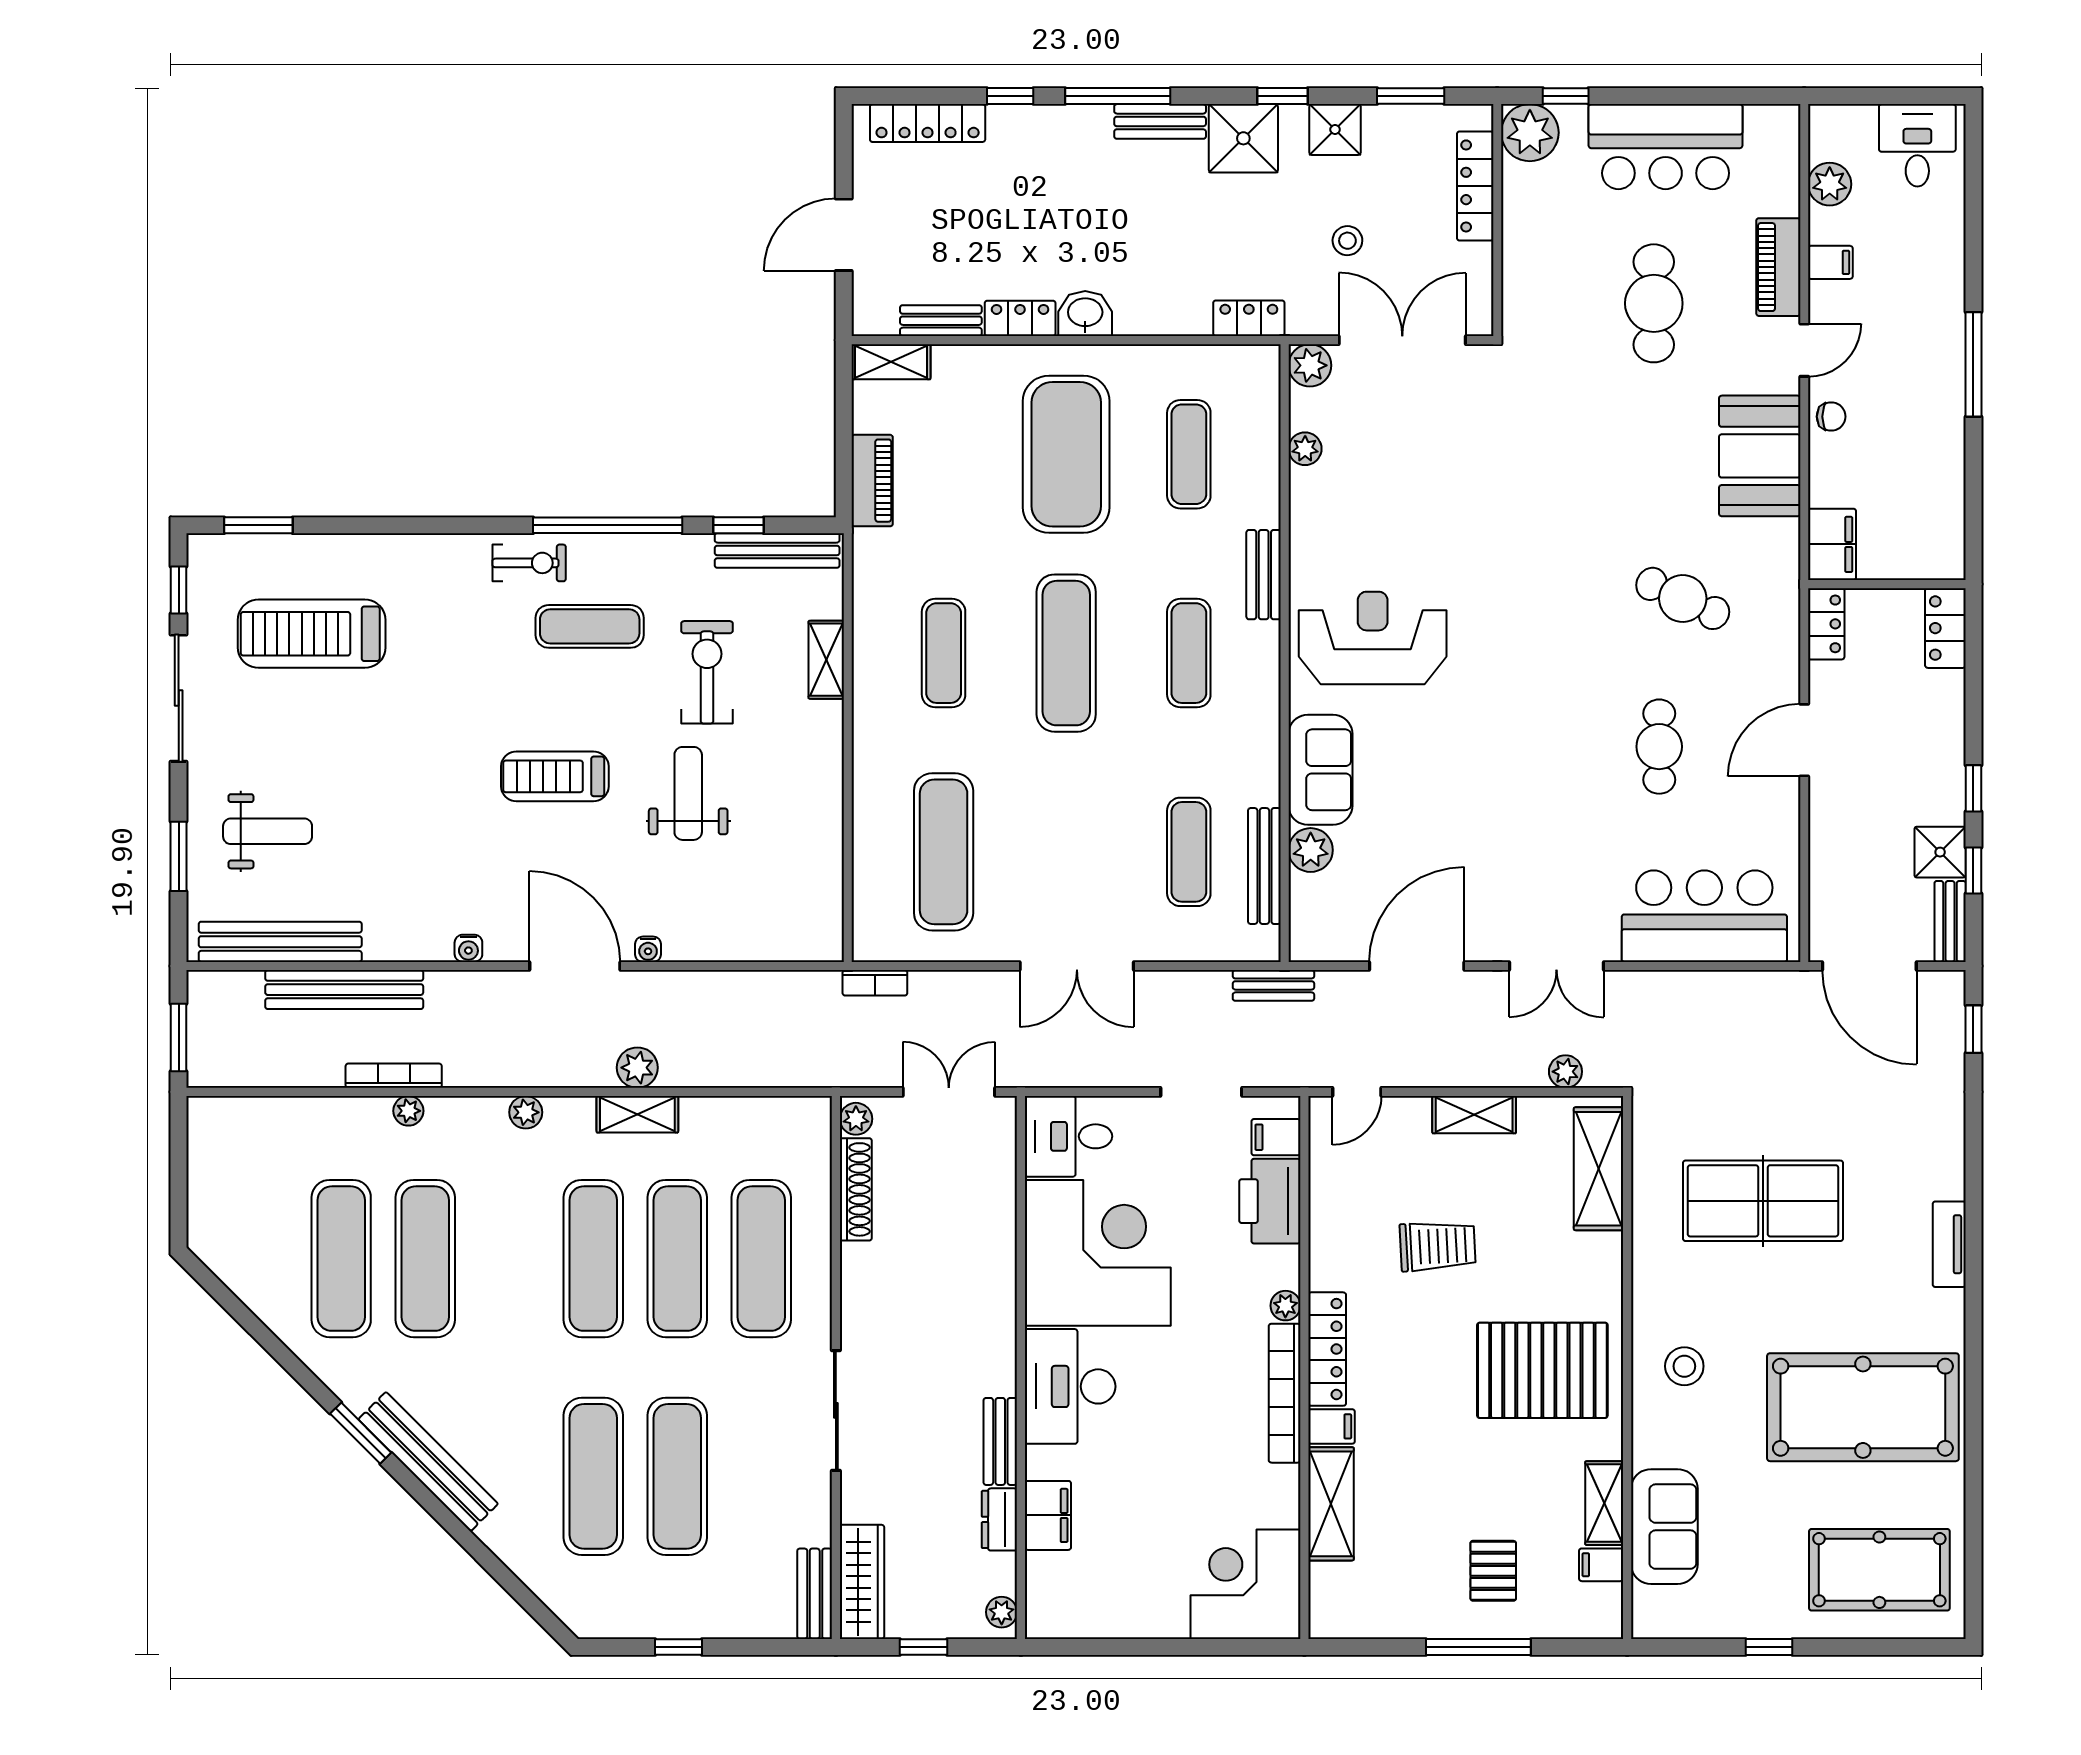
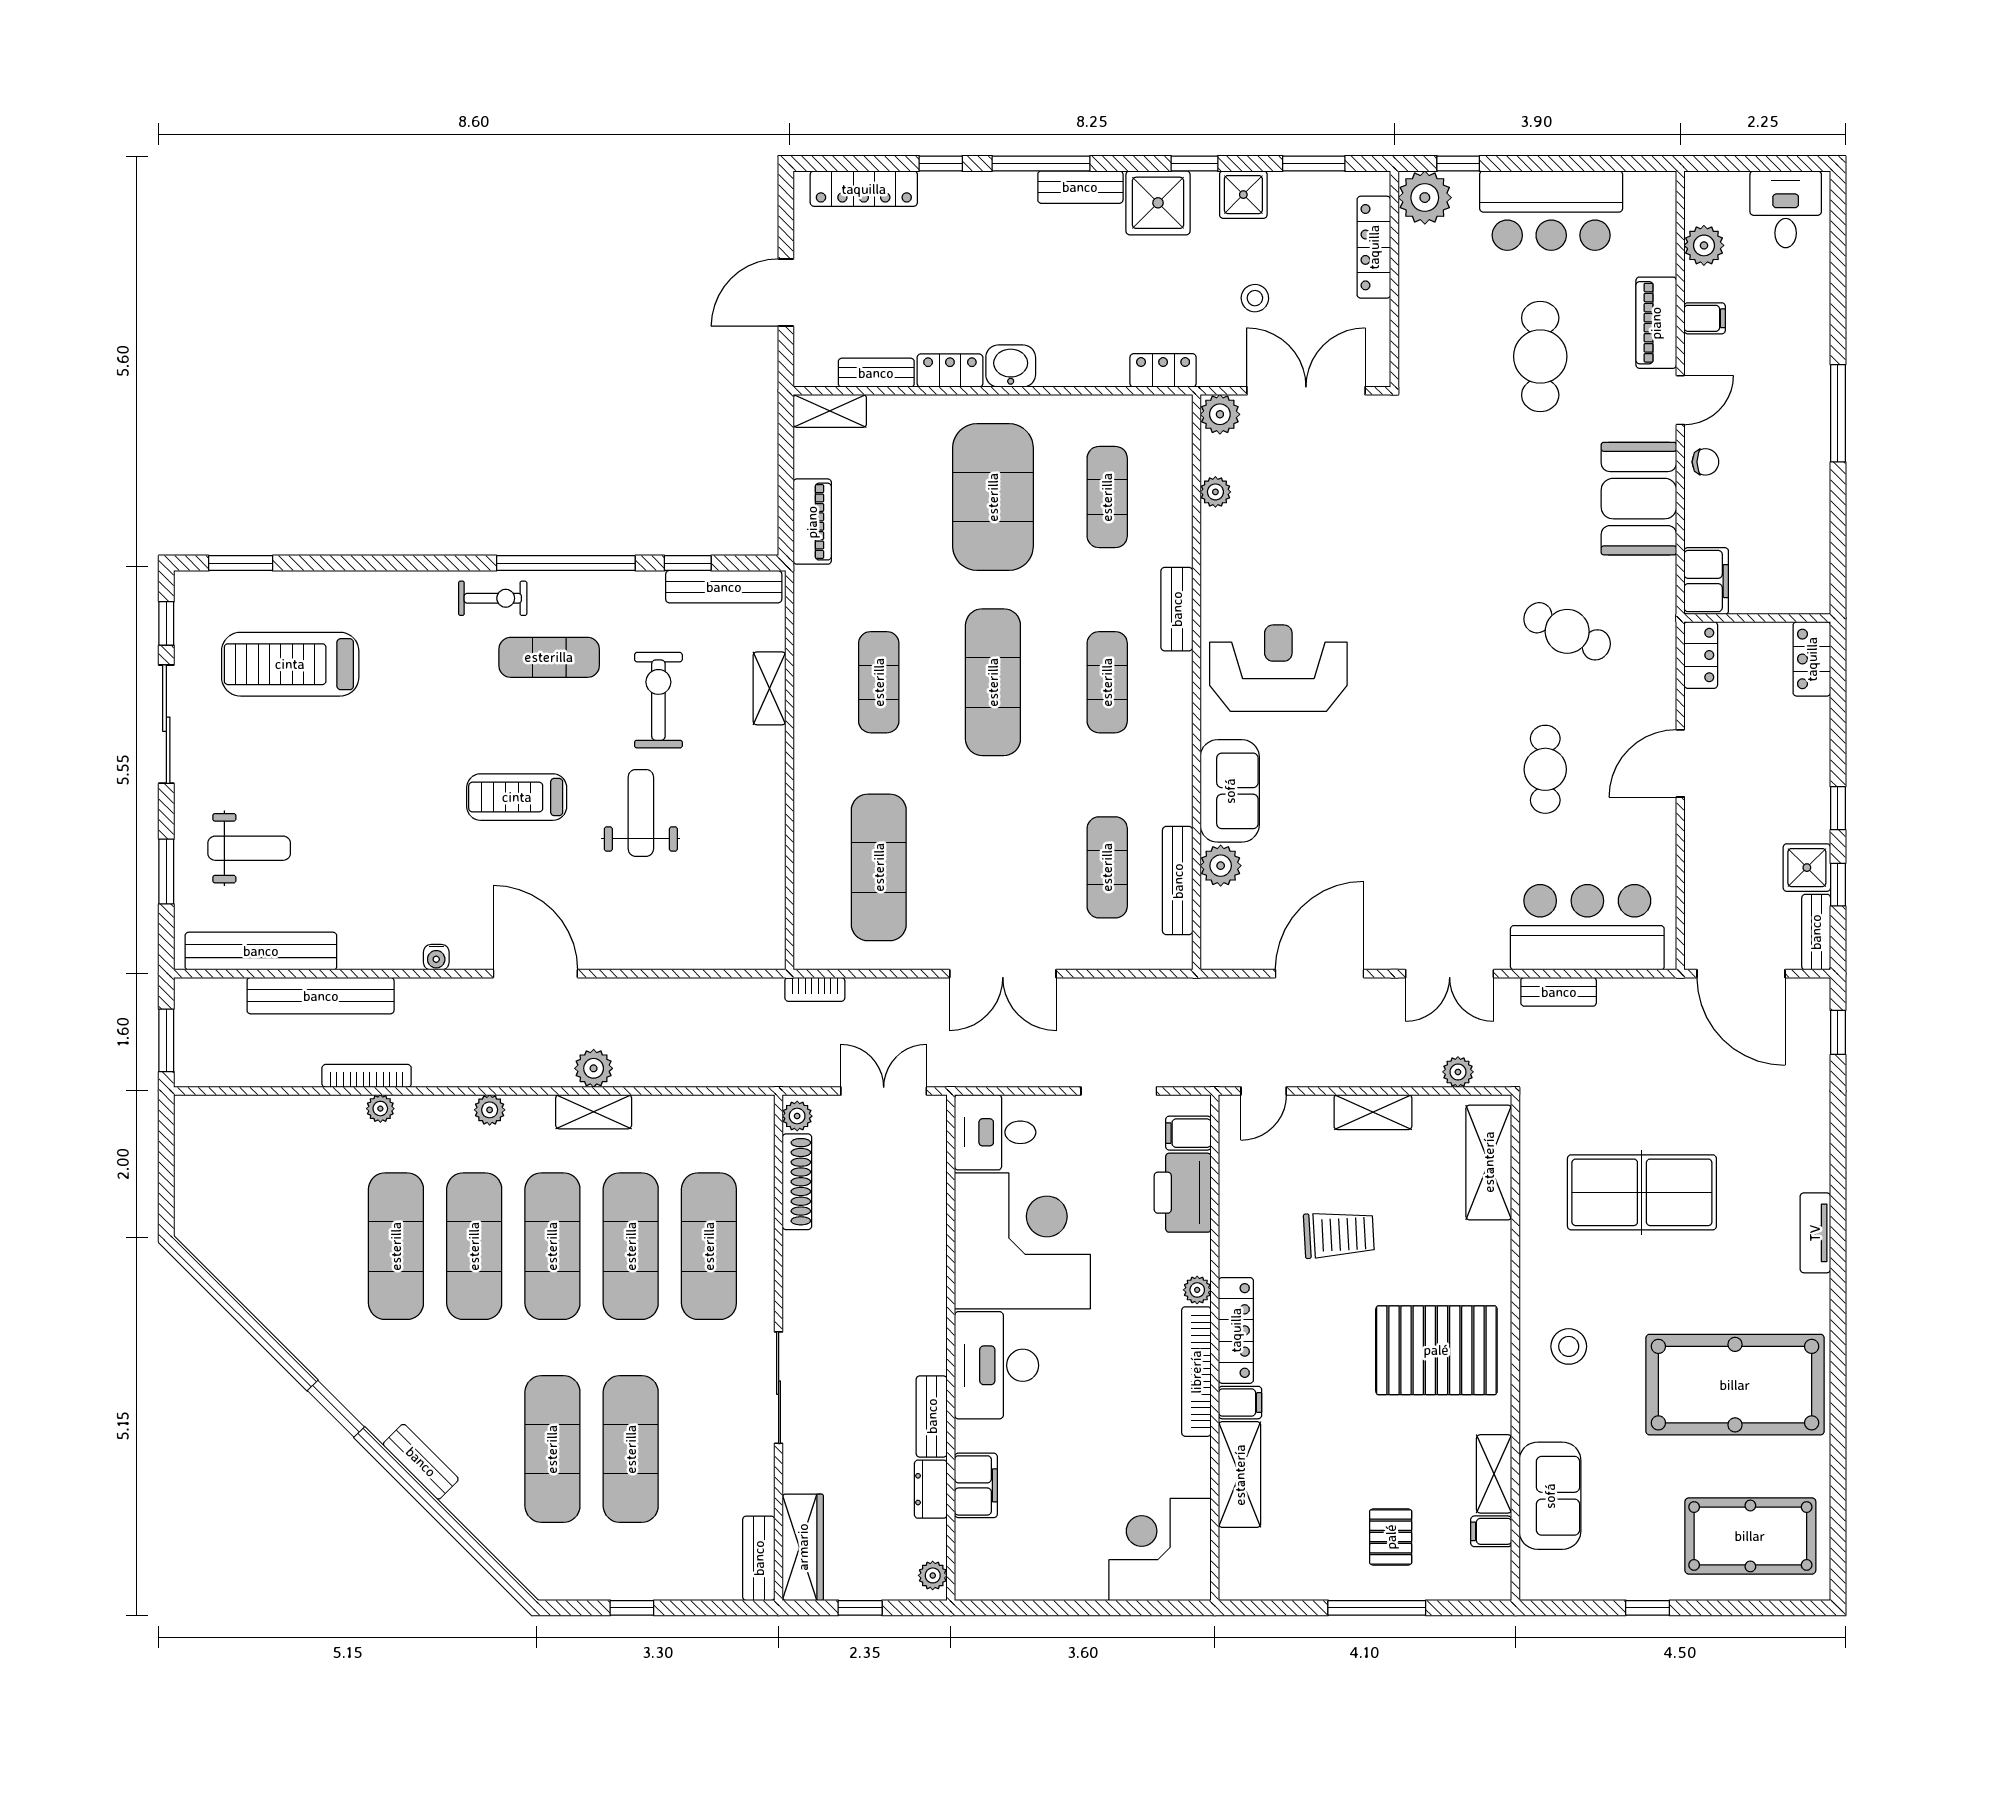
water cooler: (648, 949) -> (603, 958), removed
bench: (1273, 985) -> (1559, 992), moved
exercise mat: (341, 1259) -> (474, 1246), moved
bench: (428, 1462) -> (421, 1462), width x0.54, depth x0.82

